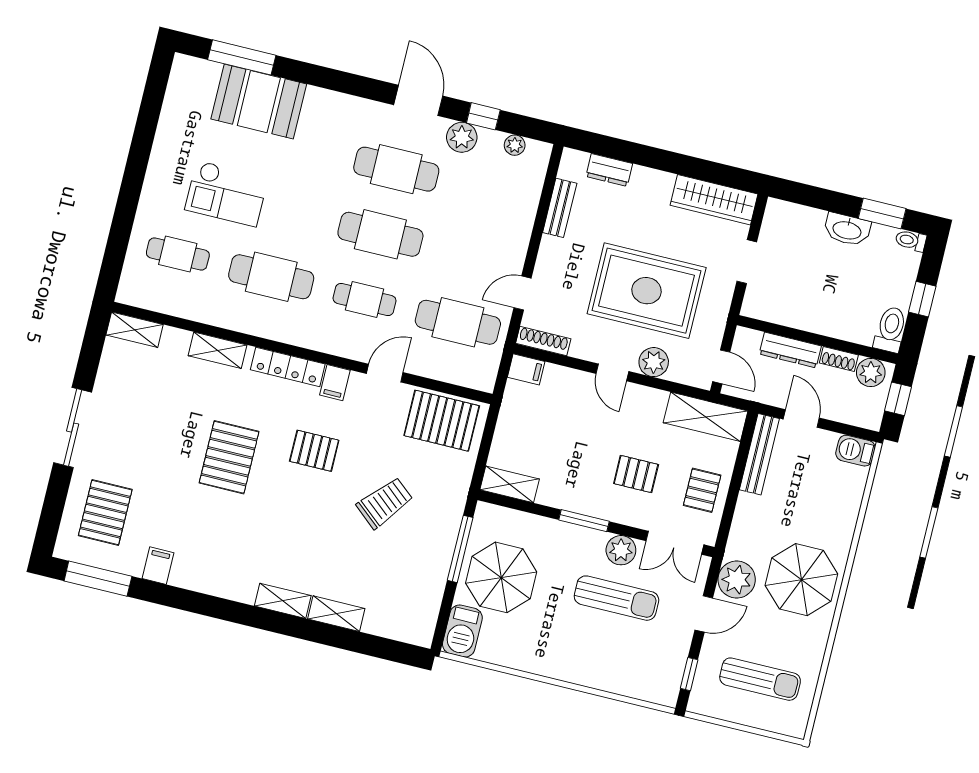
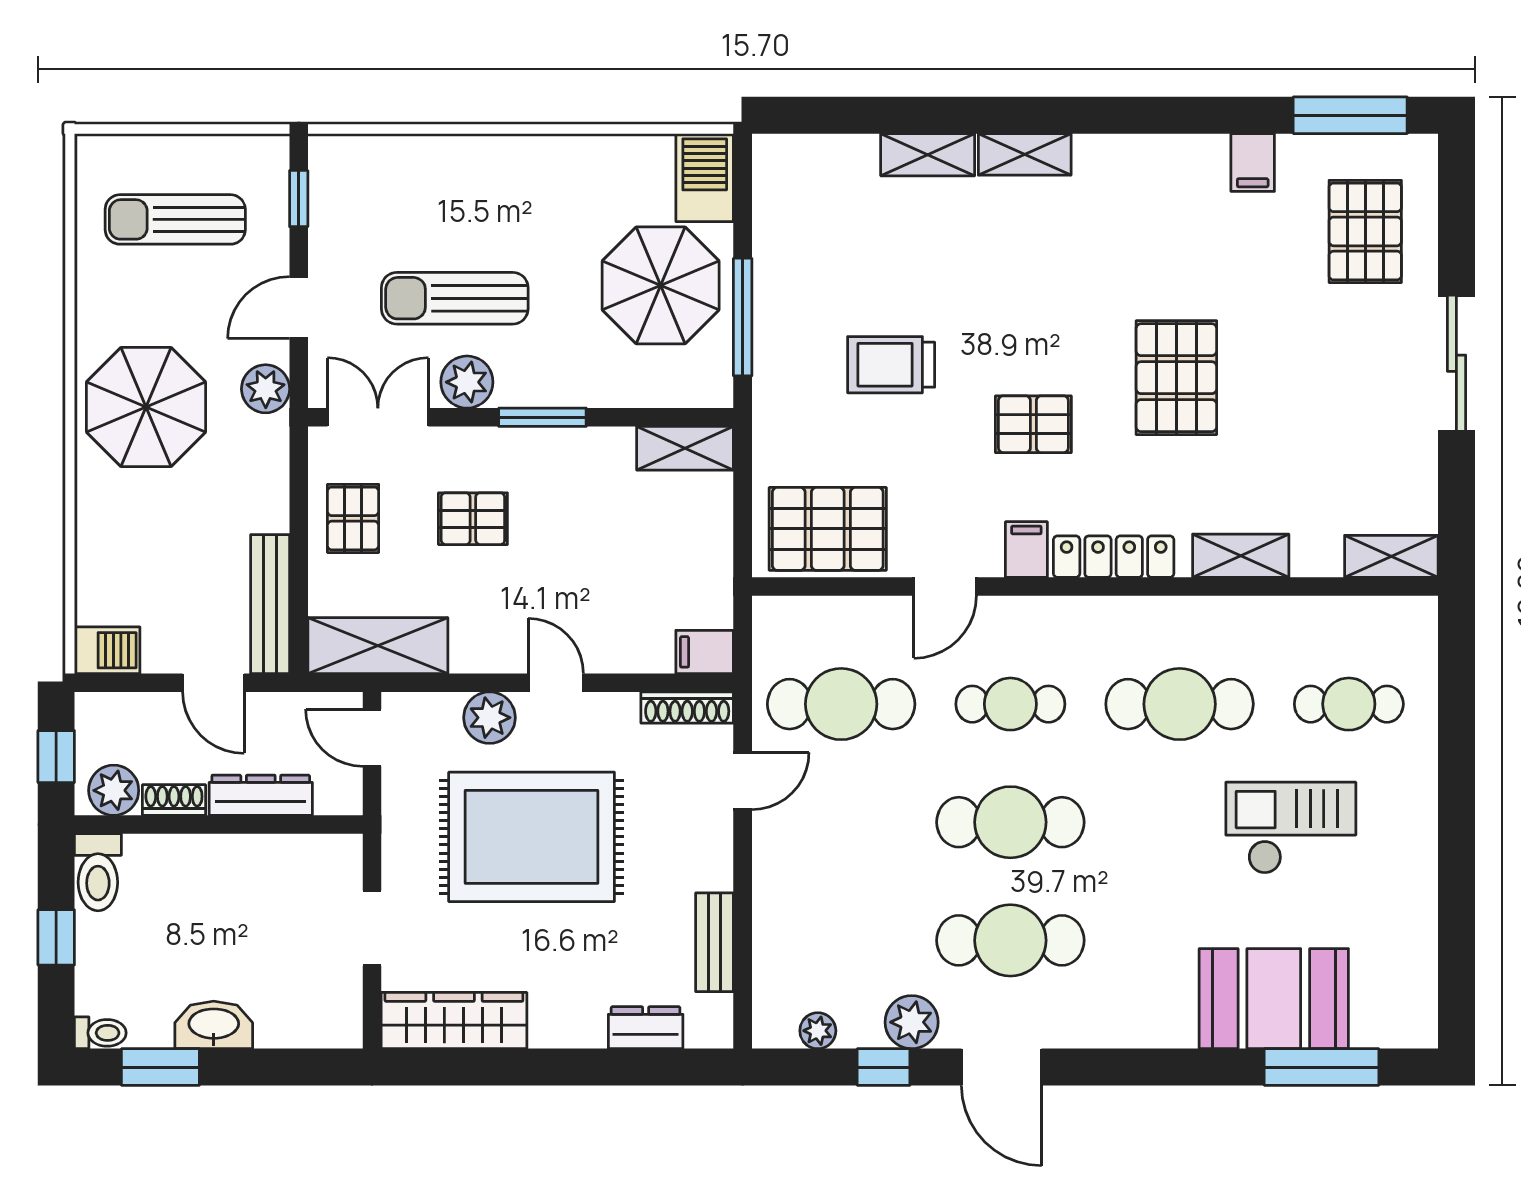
trolley: (385, 503) -> (891, 365), turned 50
plant: (737, 580) -> (266, 389), width x0.73, depth x0.73

